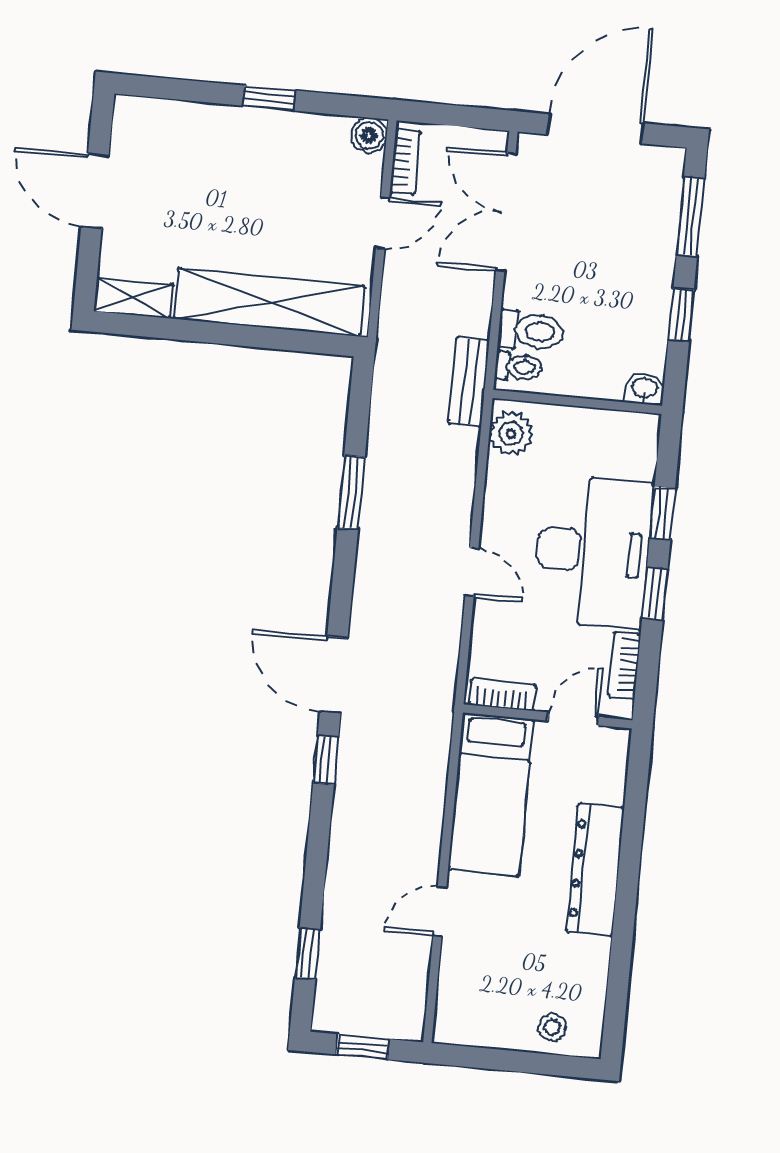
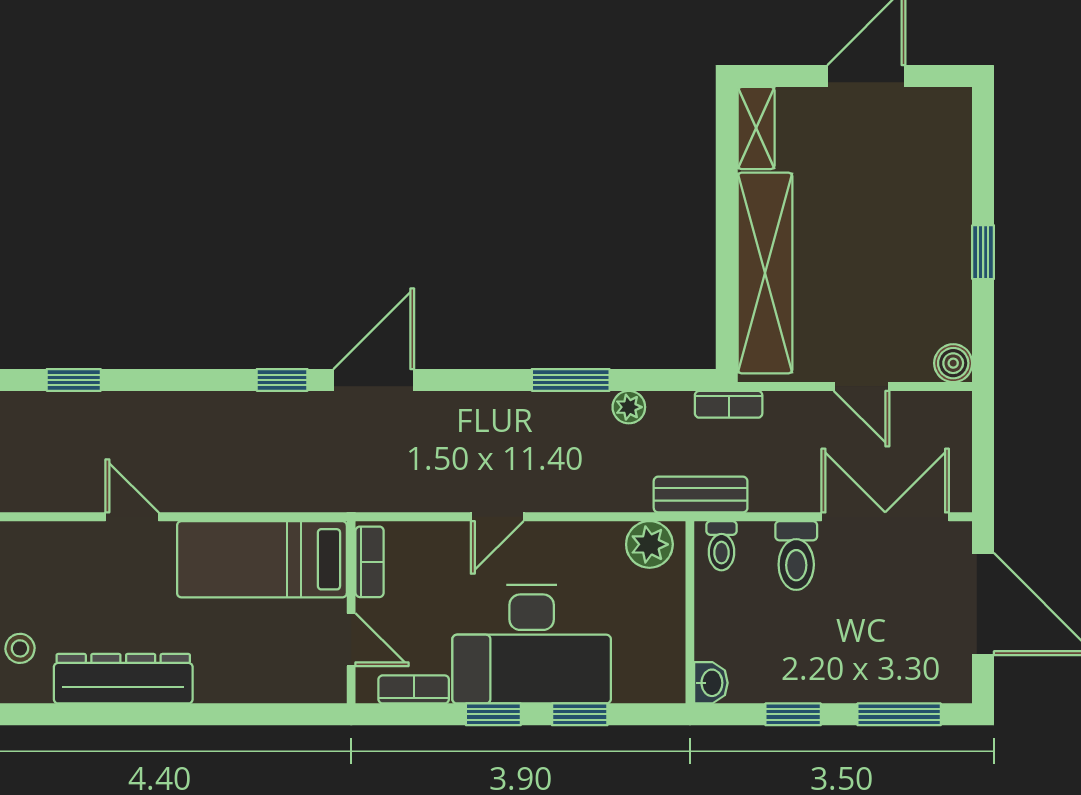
bookcase: (405, 162) -> (729, 404), moved
toilet: (531, 331) -> (796, 556), moved
plant: (381, 441) -> (629, 407), added
dresser: (595, 870) -> (123, 679), moved

